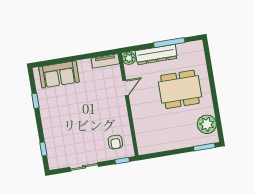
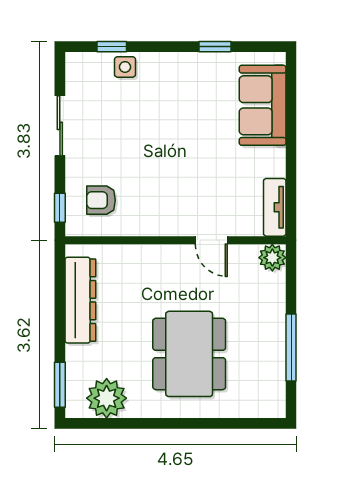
dresser: (156, 55) -> (80, 300), moved, turned 180
side table: (52, 141) -> (125, 67), added

